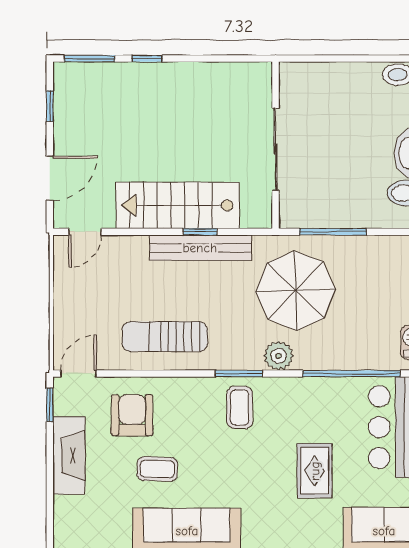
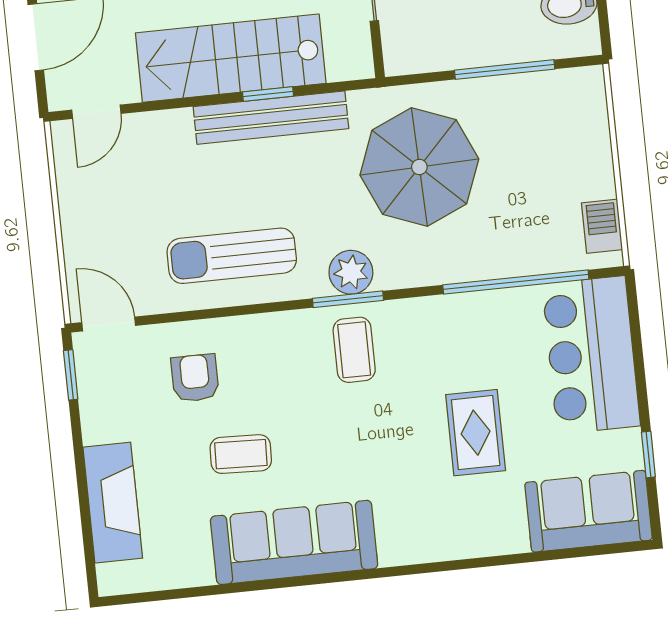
window: (333, 232) -> (505, 70), moved
plant: (279, 356) -> (351, 272), moved
door: (79, 374) -> (109, 324), hinge flipped
armchair: (132, 415) -> (195, 378), width x0.72, depth x0.72
fireplace: (69, 455) -> (113, 503), moved

